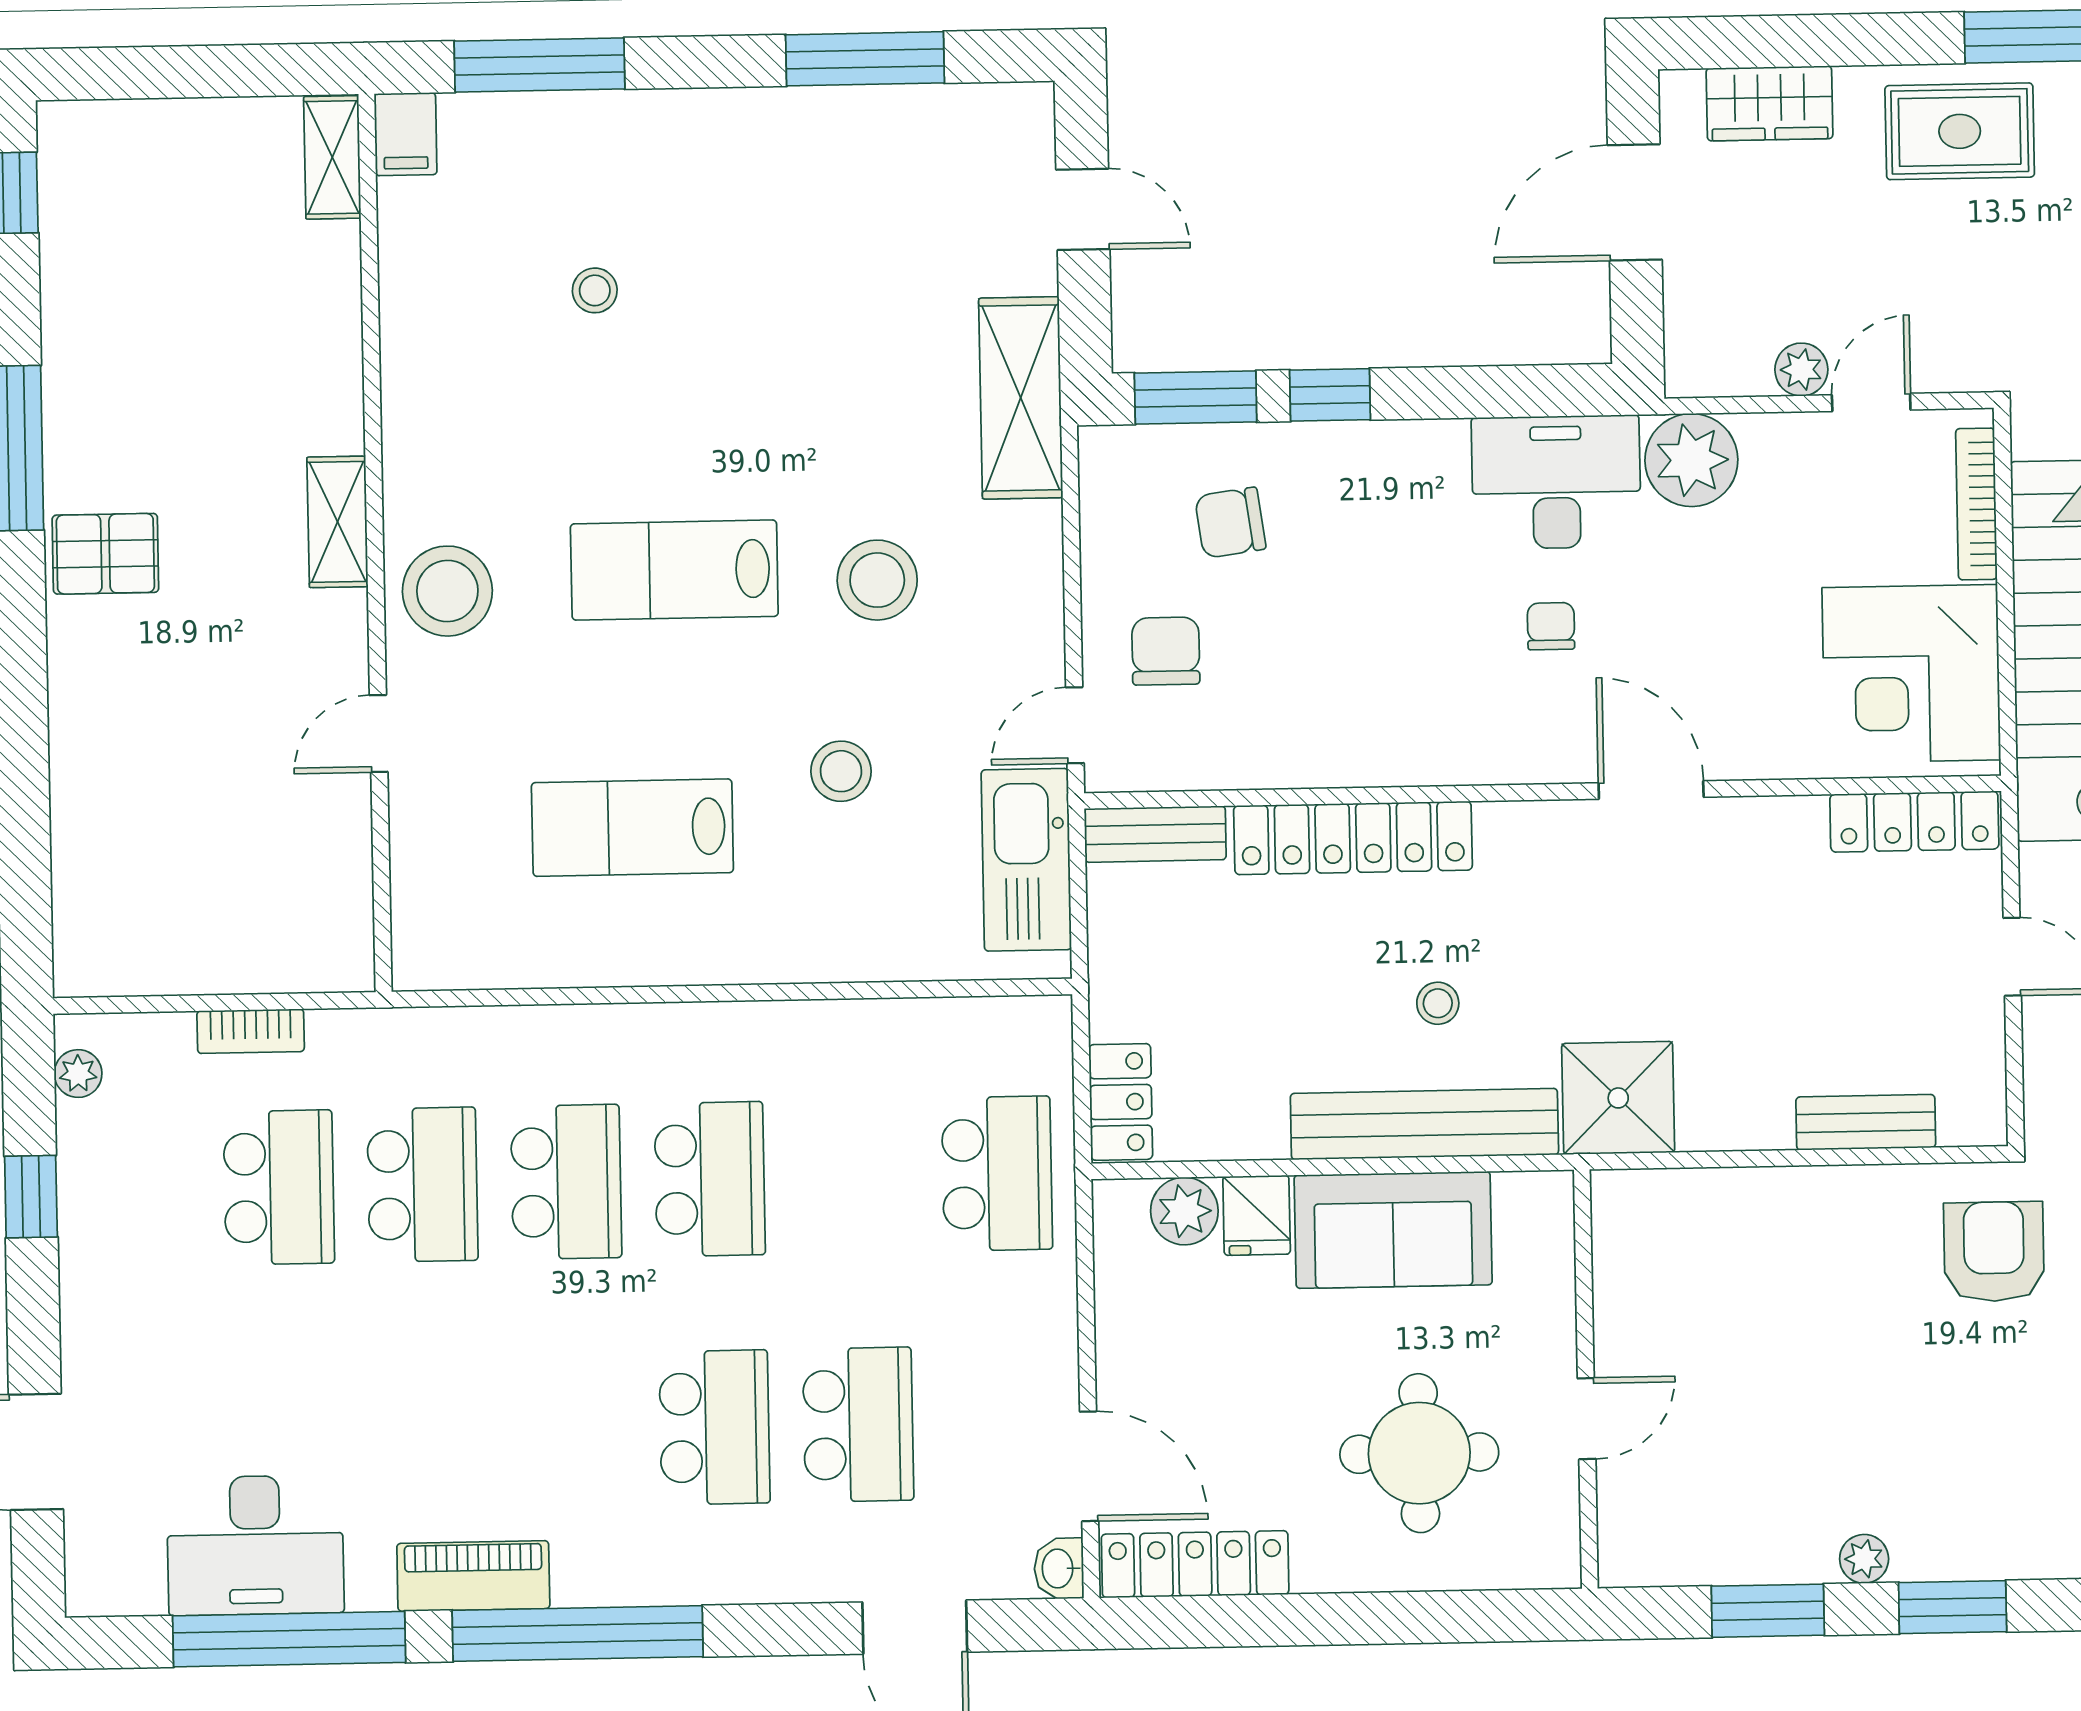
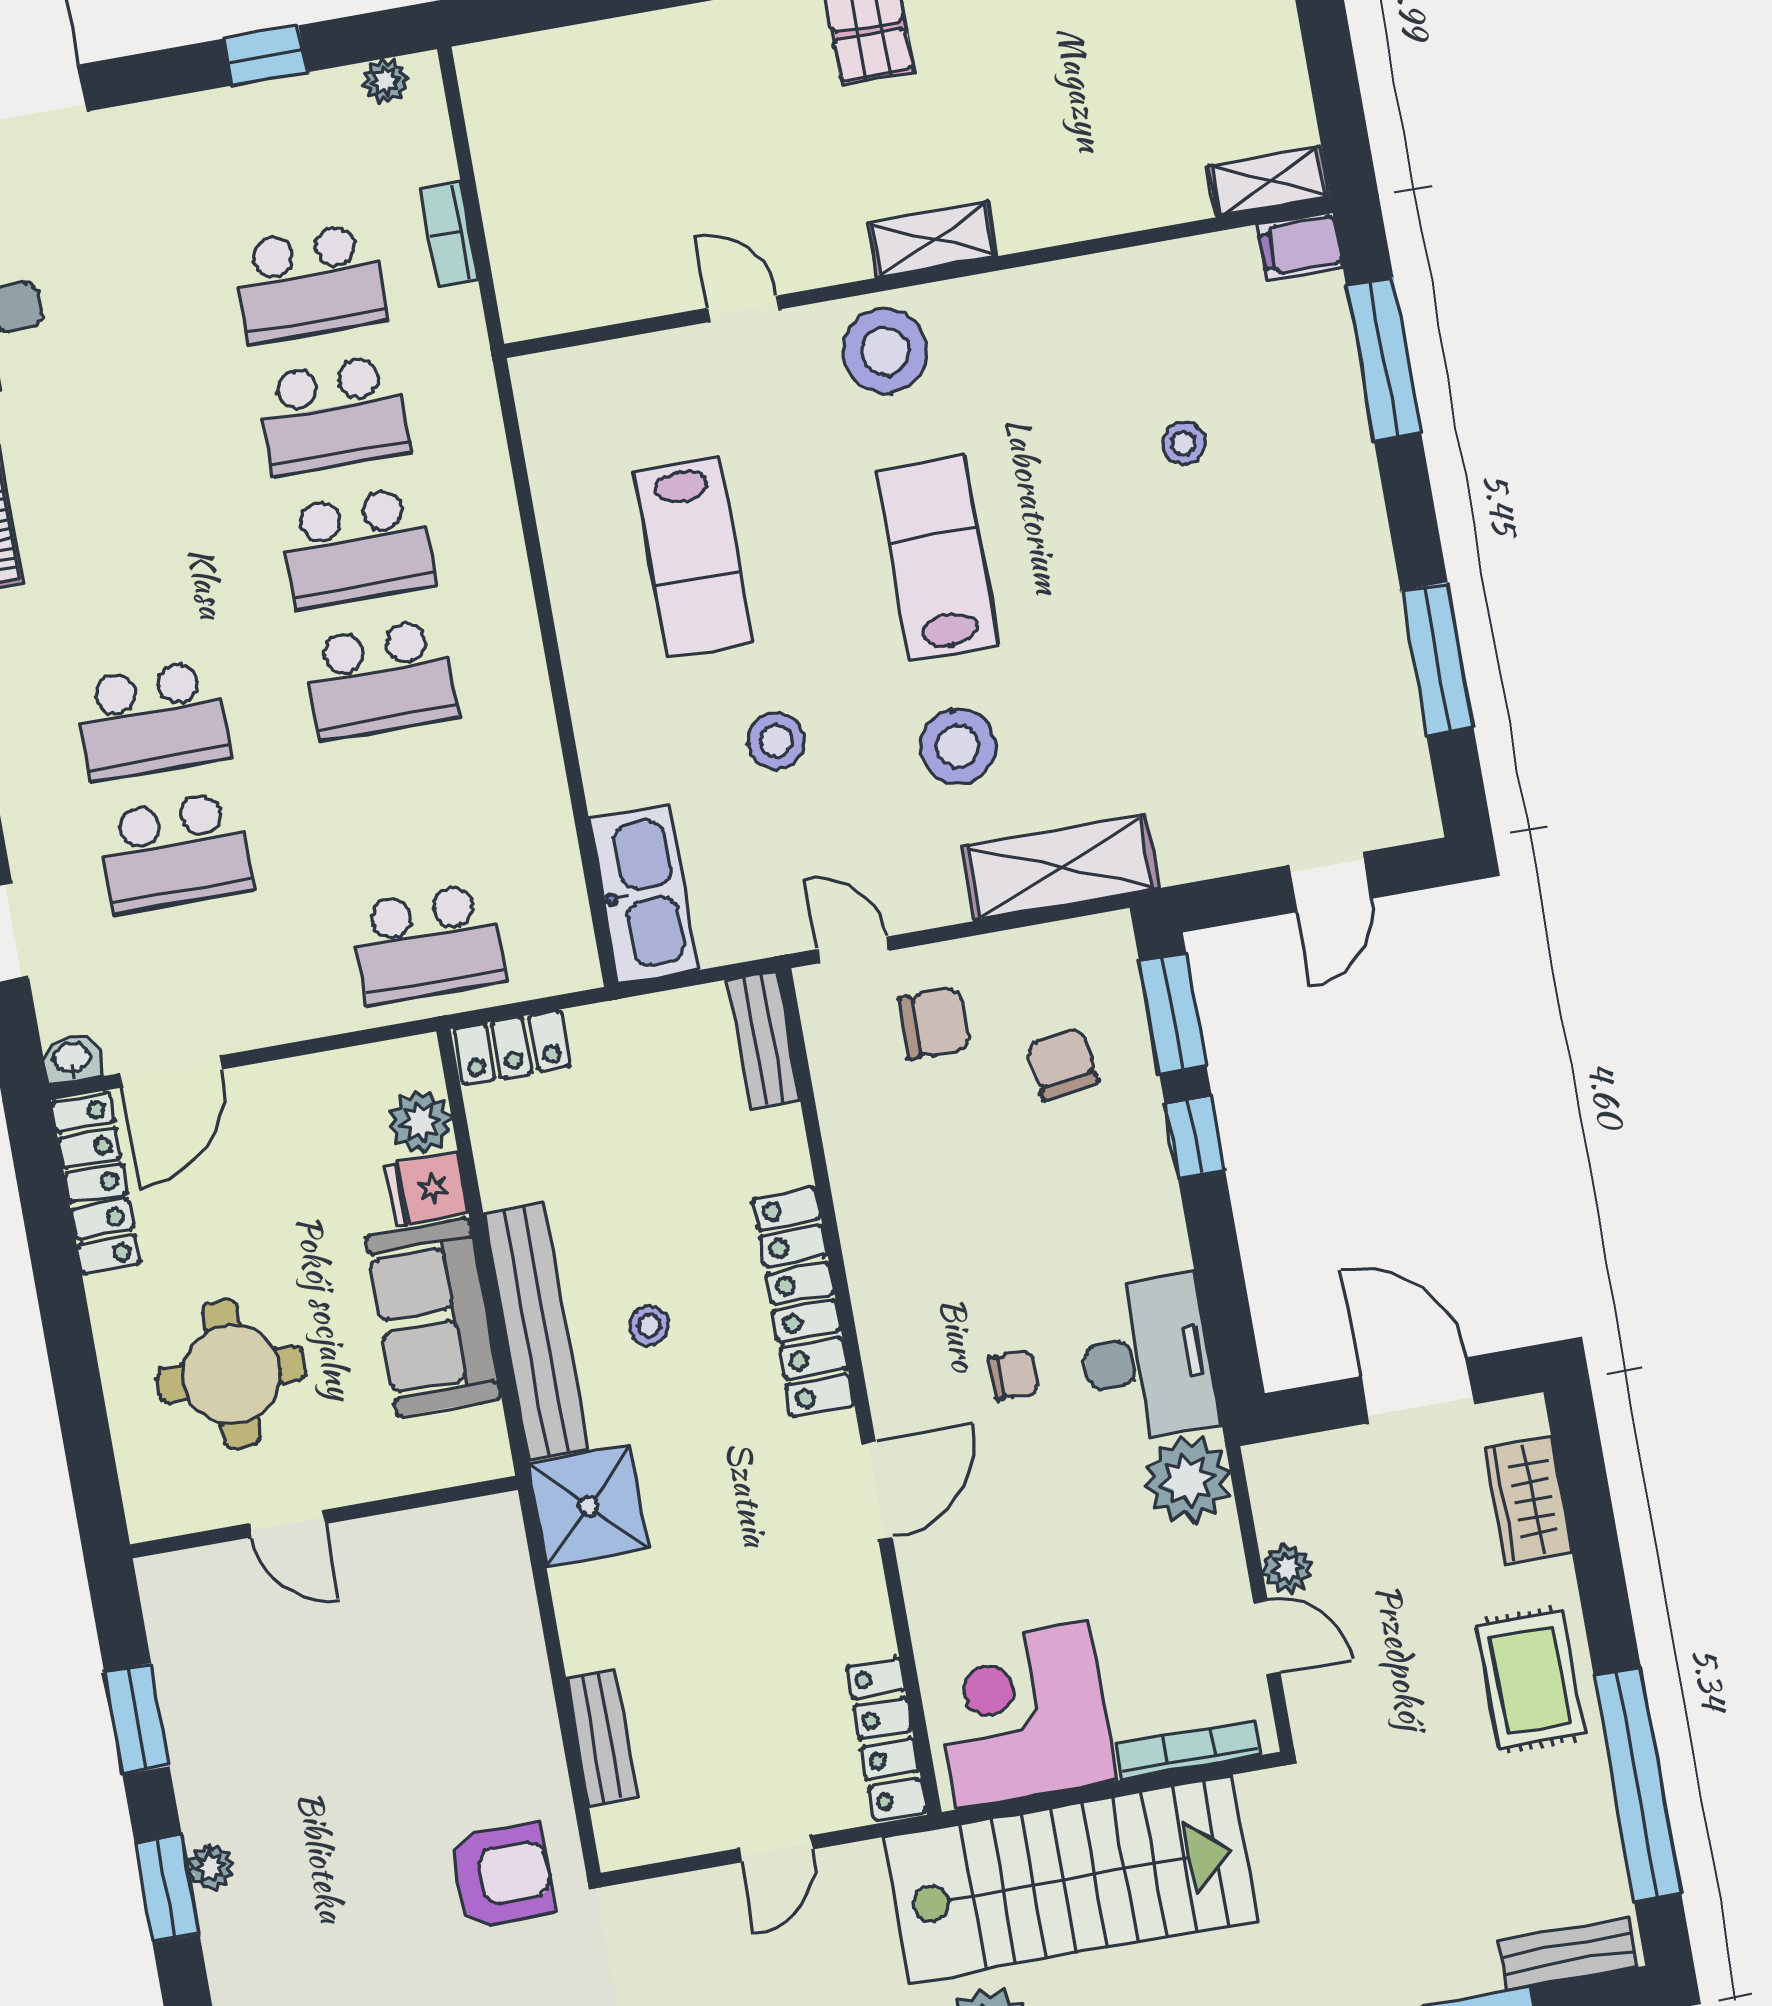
shelving: (1021, 398) -> (1060, 868), moved
lab bench: (632, 828) -> (693, 557), turned 180
locker: (1353, 838) -> (803, 1302), moved
kitchen sink: (1026, 860) -> (643, 894), moved, turned 90
plant: (1864, 1559) -> (211, 1867), moved

